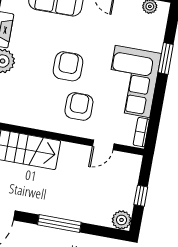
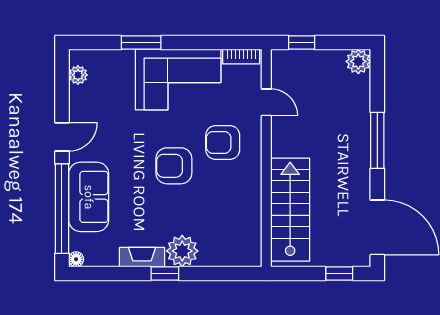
window: (141, 196) -> (302, 42), moved

